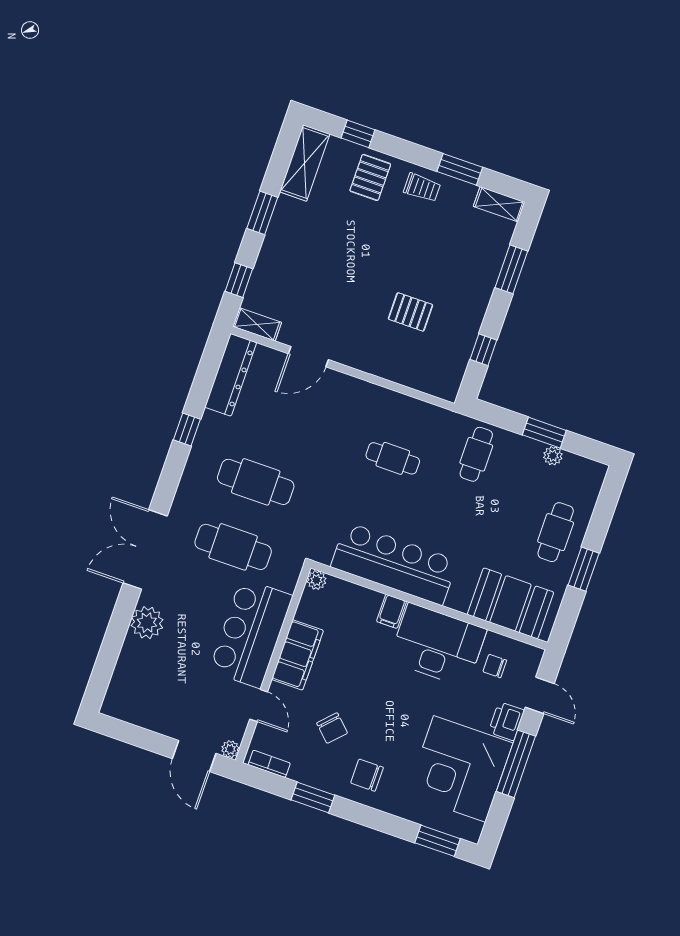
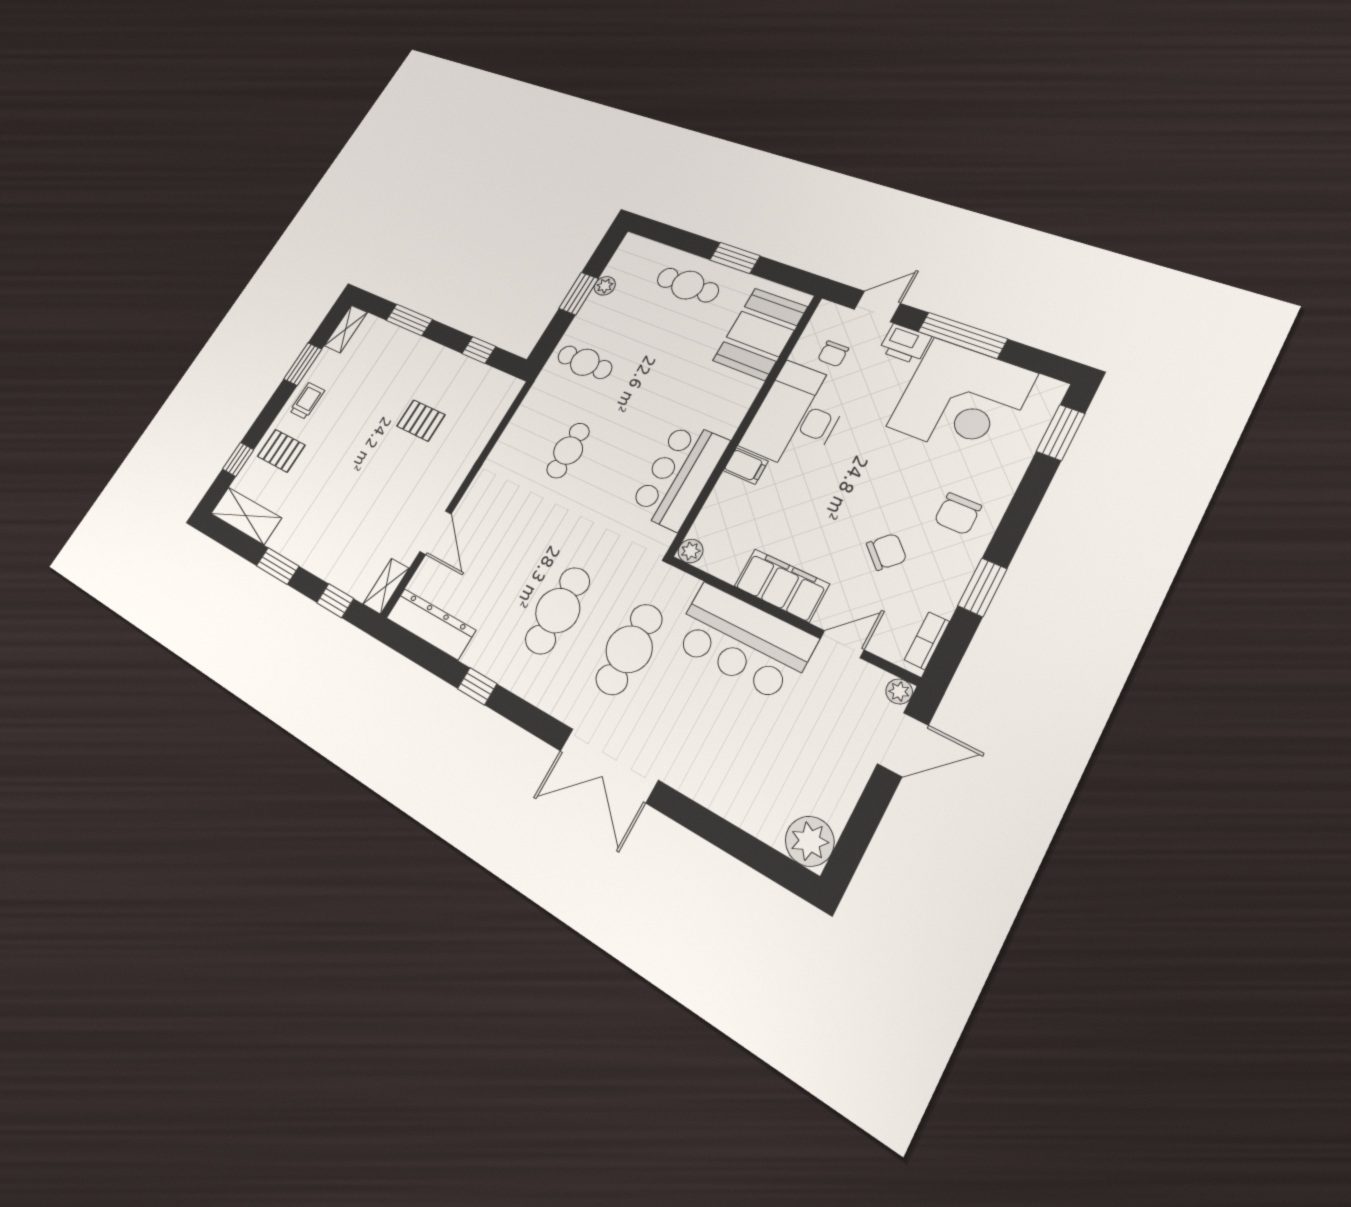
pallet: (410, 312) -> (421, 420), turned 90
bar counter: (394, 564) -> (679, 475), width x0.73
plant: (147, 623) -> (810, 841), moved

